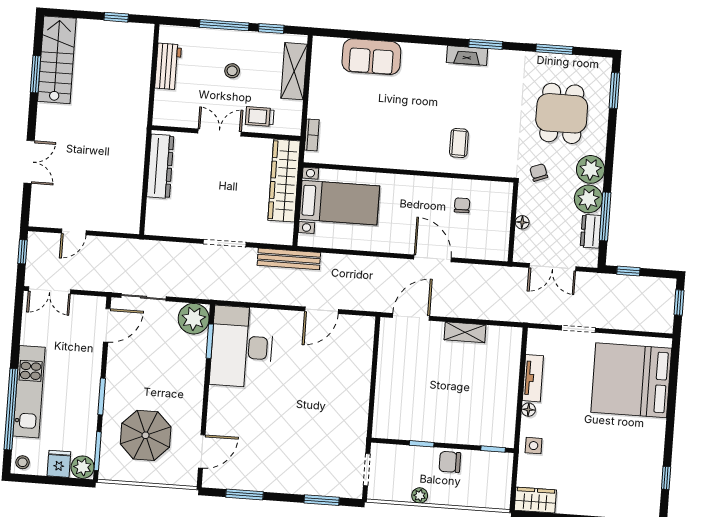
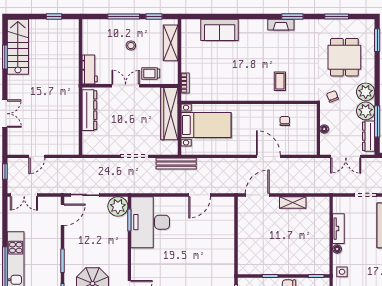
workbench: (168, 66) -> (90, 70), moved
dresser: (591, 231) -> (369, 136), width x1.44

